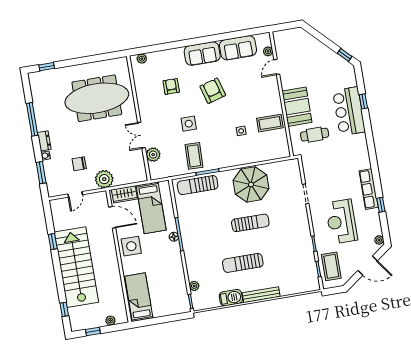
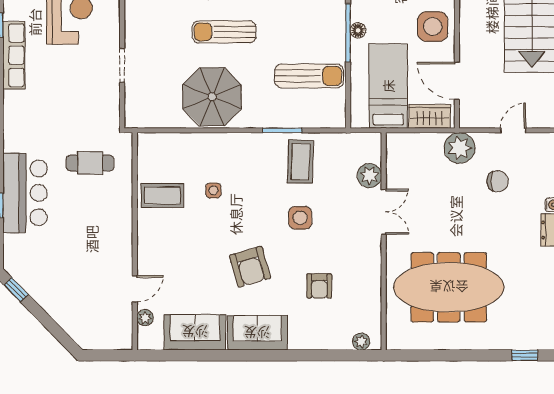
booth: (297, 107) -> (112, 216), removed
sun lounger: (198, 185) -> (309, 76), moved

